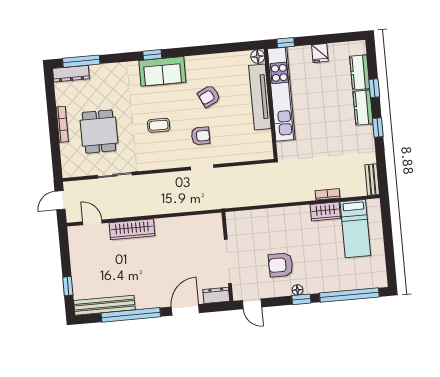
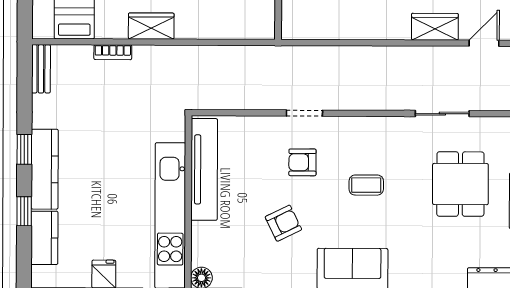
tv unit: (260, 97) -> (204, 169), moved
kitchen counter: (363, 108) -> (45, 169), width x1.50
wardrobe: (325, 211) -> (151, 26), moved
door: (92, 222) -> (484, 43), swing flipped
wardrobe: (132, 229) -> (435, 27), width x0.67

